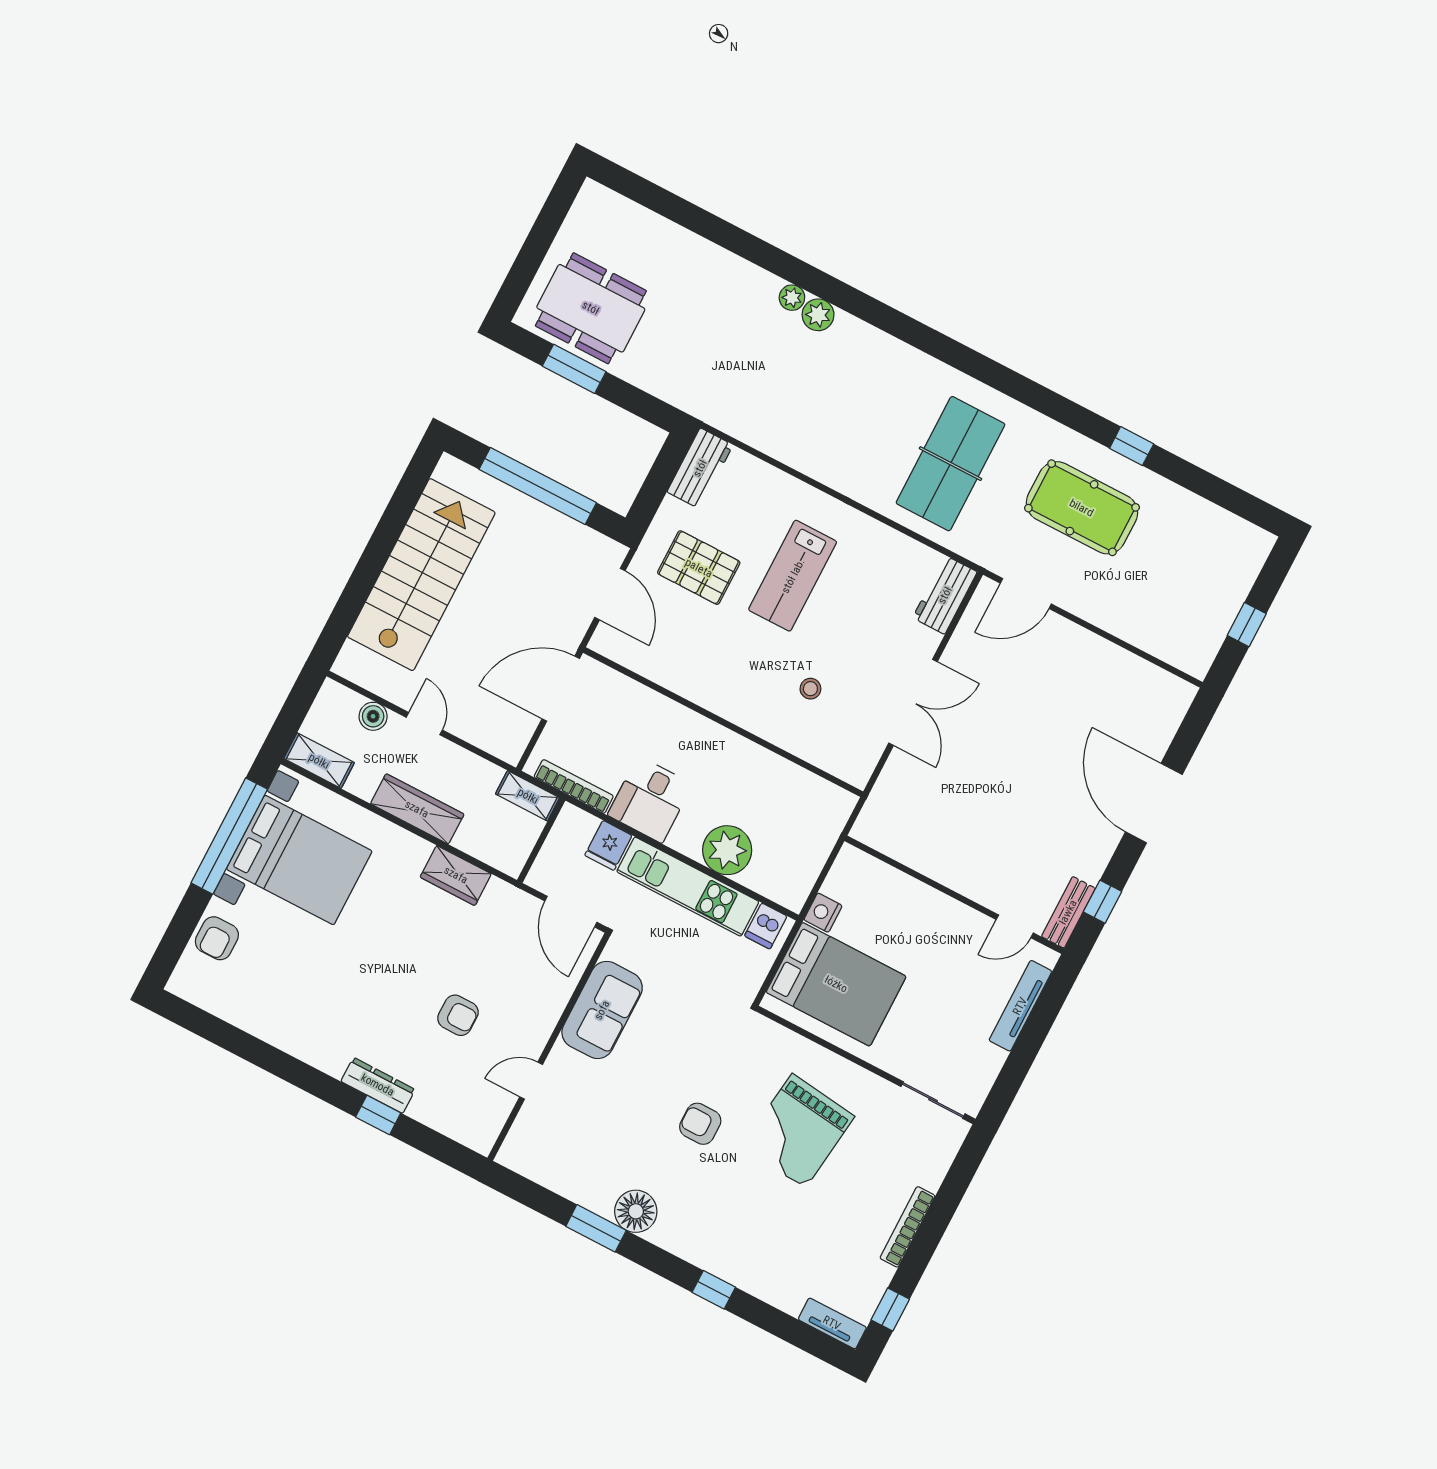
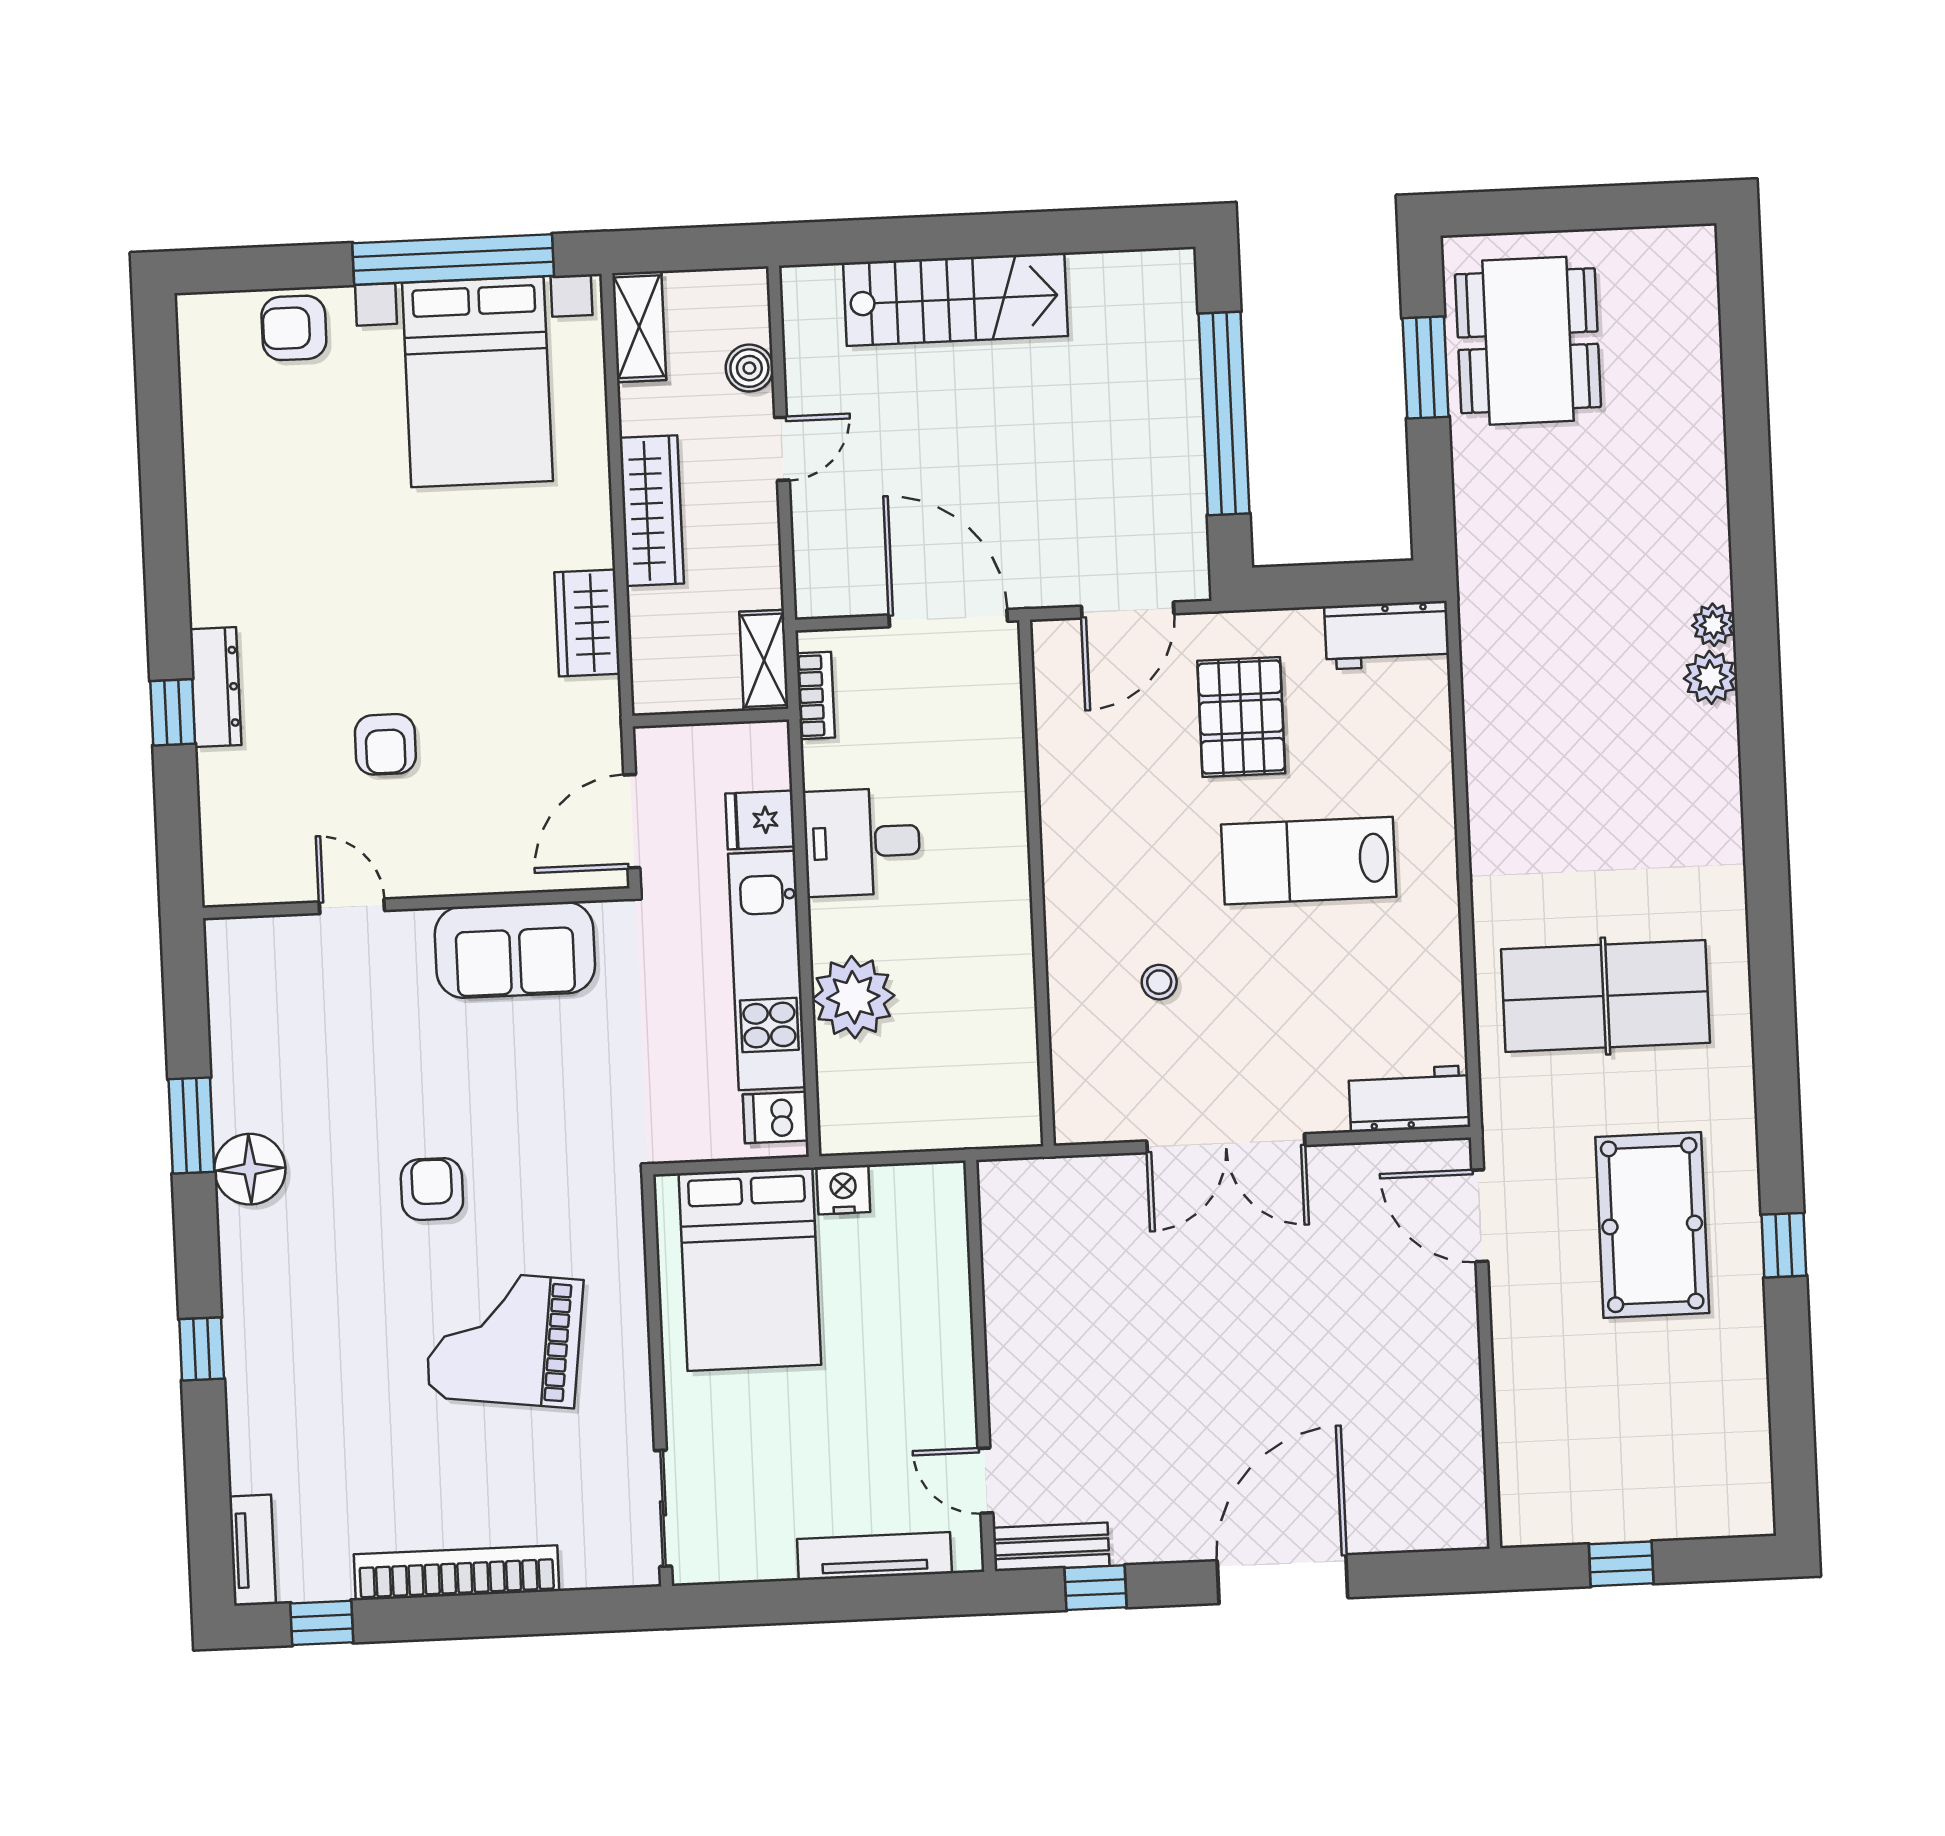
stairs: (421, 575) -> (955, 299), width x0.73, depth x0.66
bookcase: (574, 786) -> (816, 695), width x0.64
bookcase: (907, 1227) -> (456, 1573), width x1.48, depth x1.31

